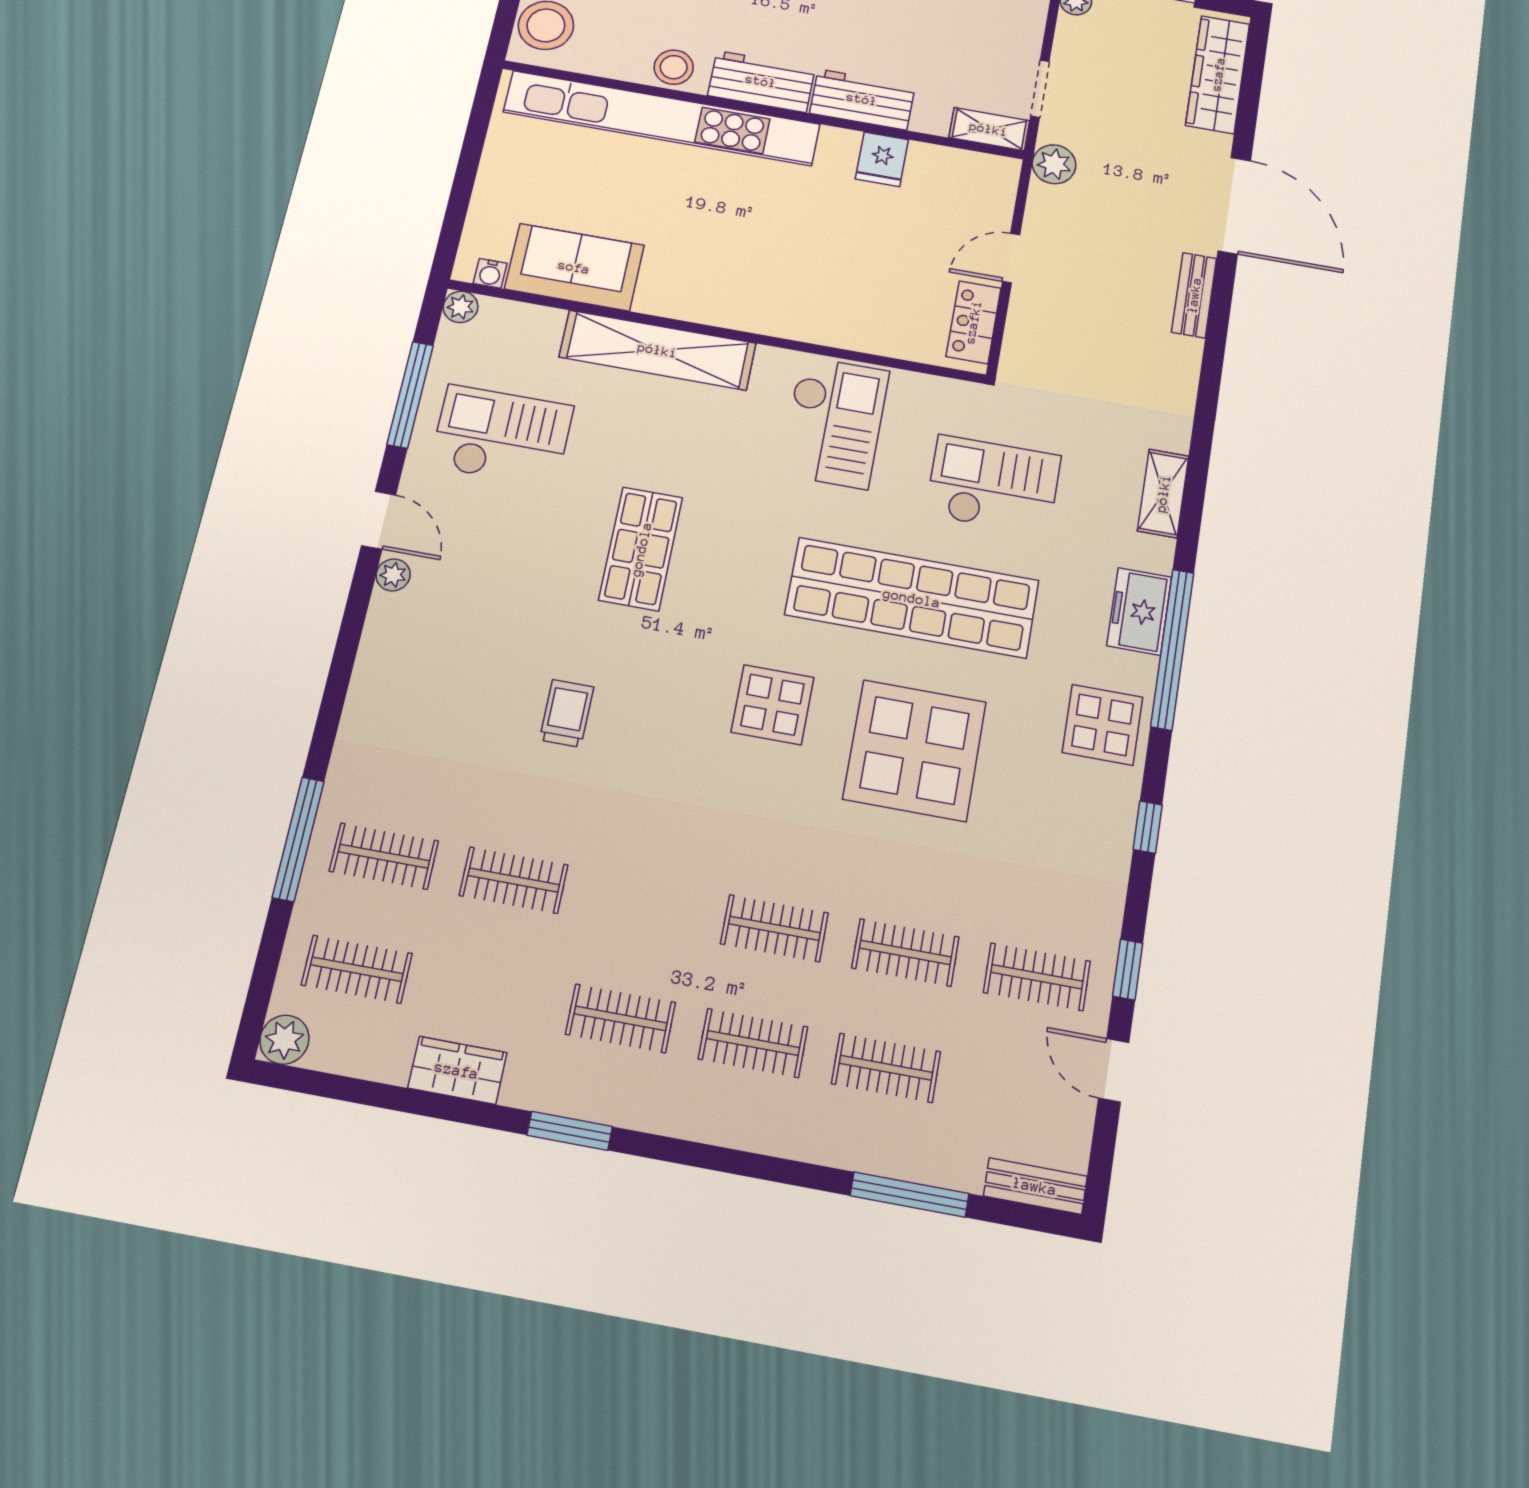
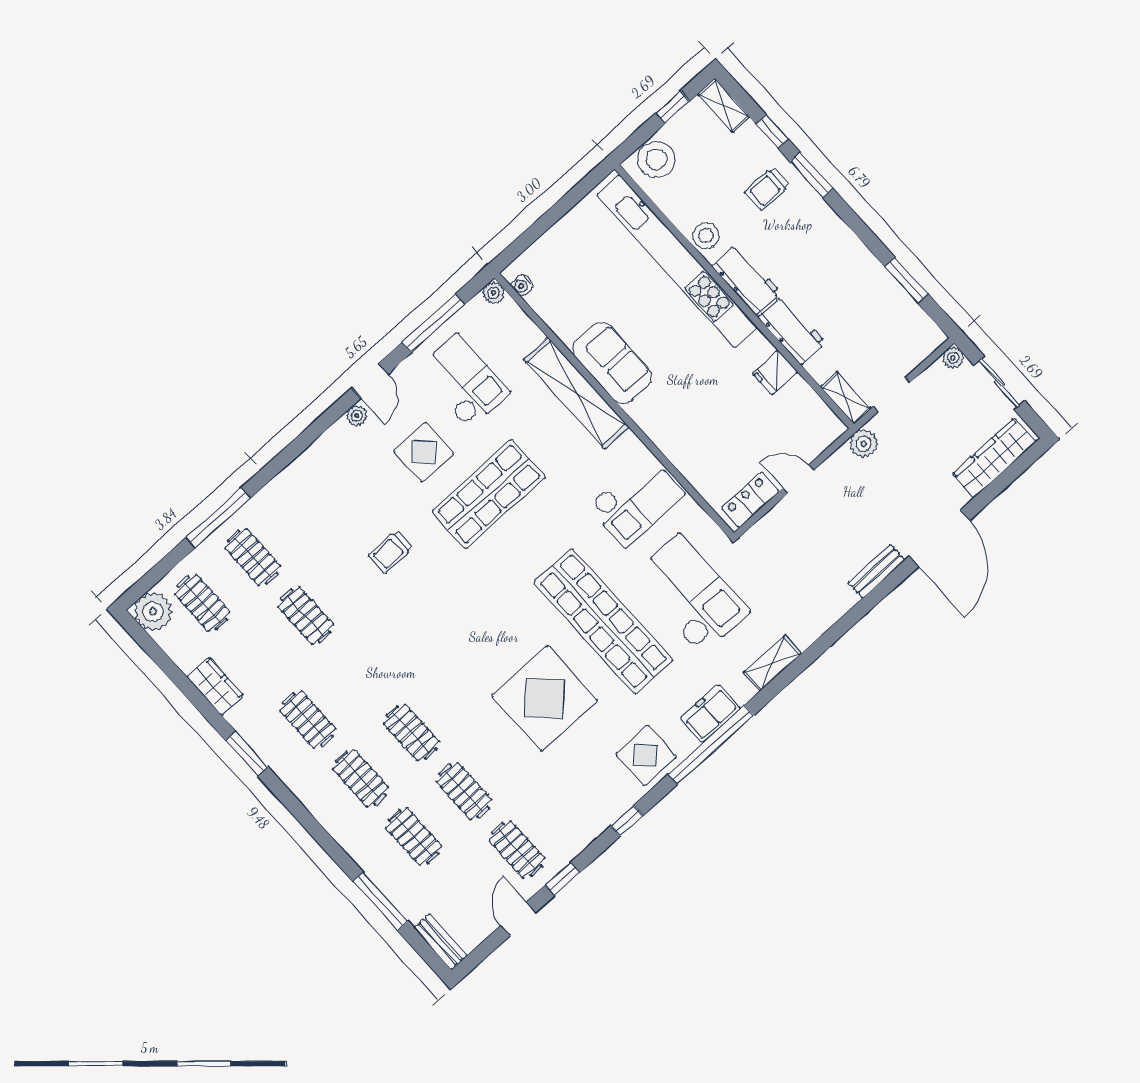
sofa: (574, 267) -> (612, 363), moved
checkout: (993, 485) -> (690, 594), width x1.36, depth x1.21
shop shelf: (641, 549) -> (489, 494), width x1.43, depth x1.36
display table: (772, 705) -> (424, 452), moved
trolley: (567, 713) -> (390, 552), turned 180
plant: (284, 1040) -> (153, 611), width x1.36, depth x1.36

